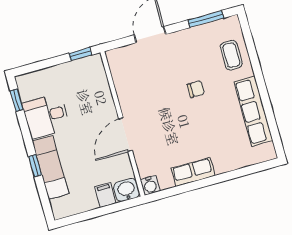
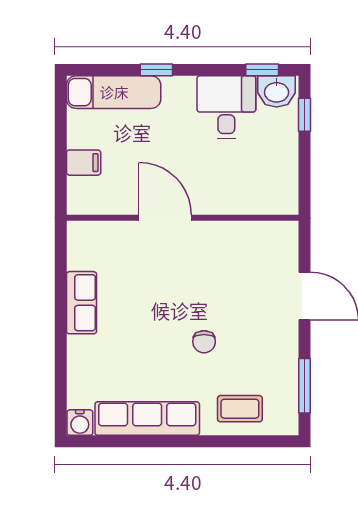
window: (80, 54) -> (304, 115), moved
exam couch: (50, 167) -> (114, 92), moved
water cooler: (150, 185) -> (80, 423), moved, turned -90
washbasin: (127, 190) -> (277, 91), moved, turned 90

